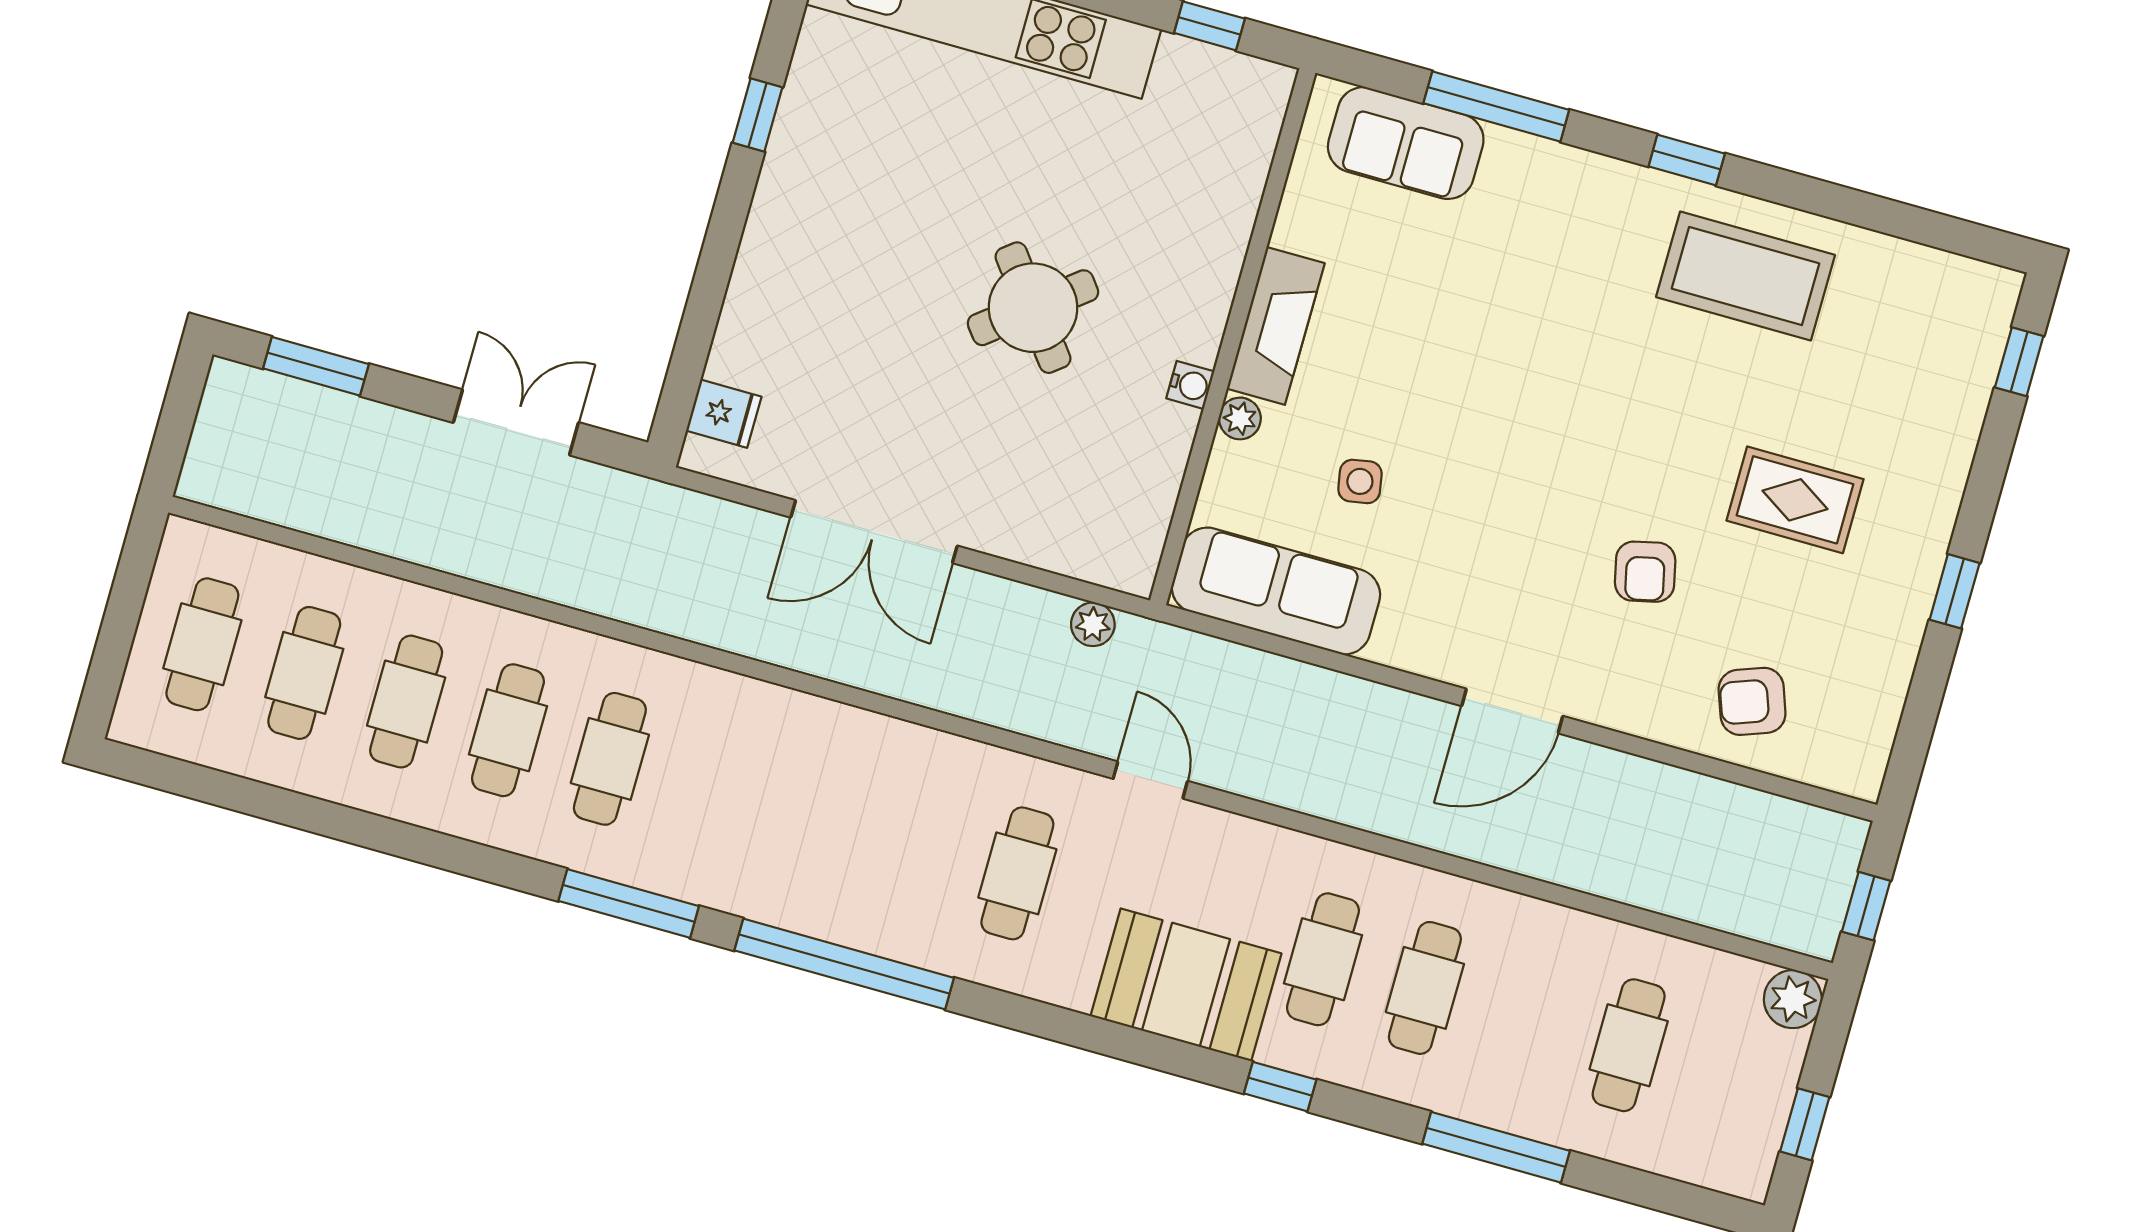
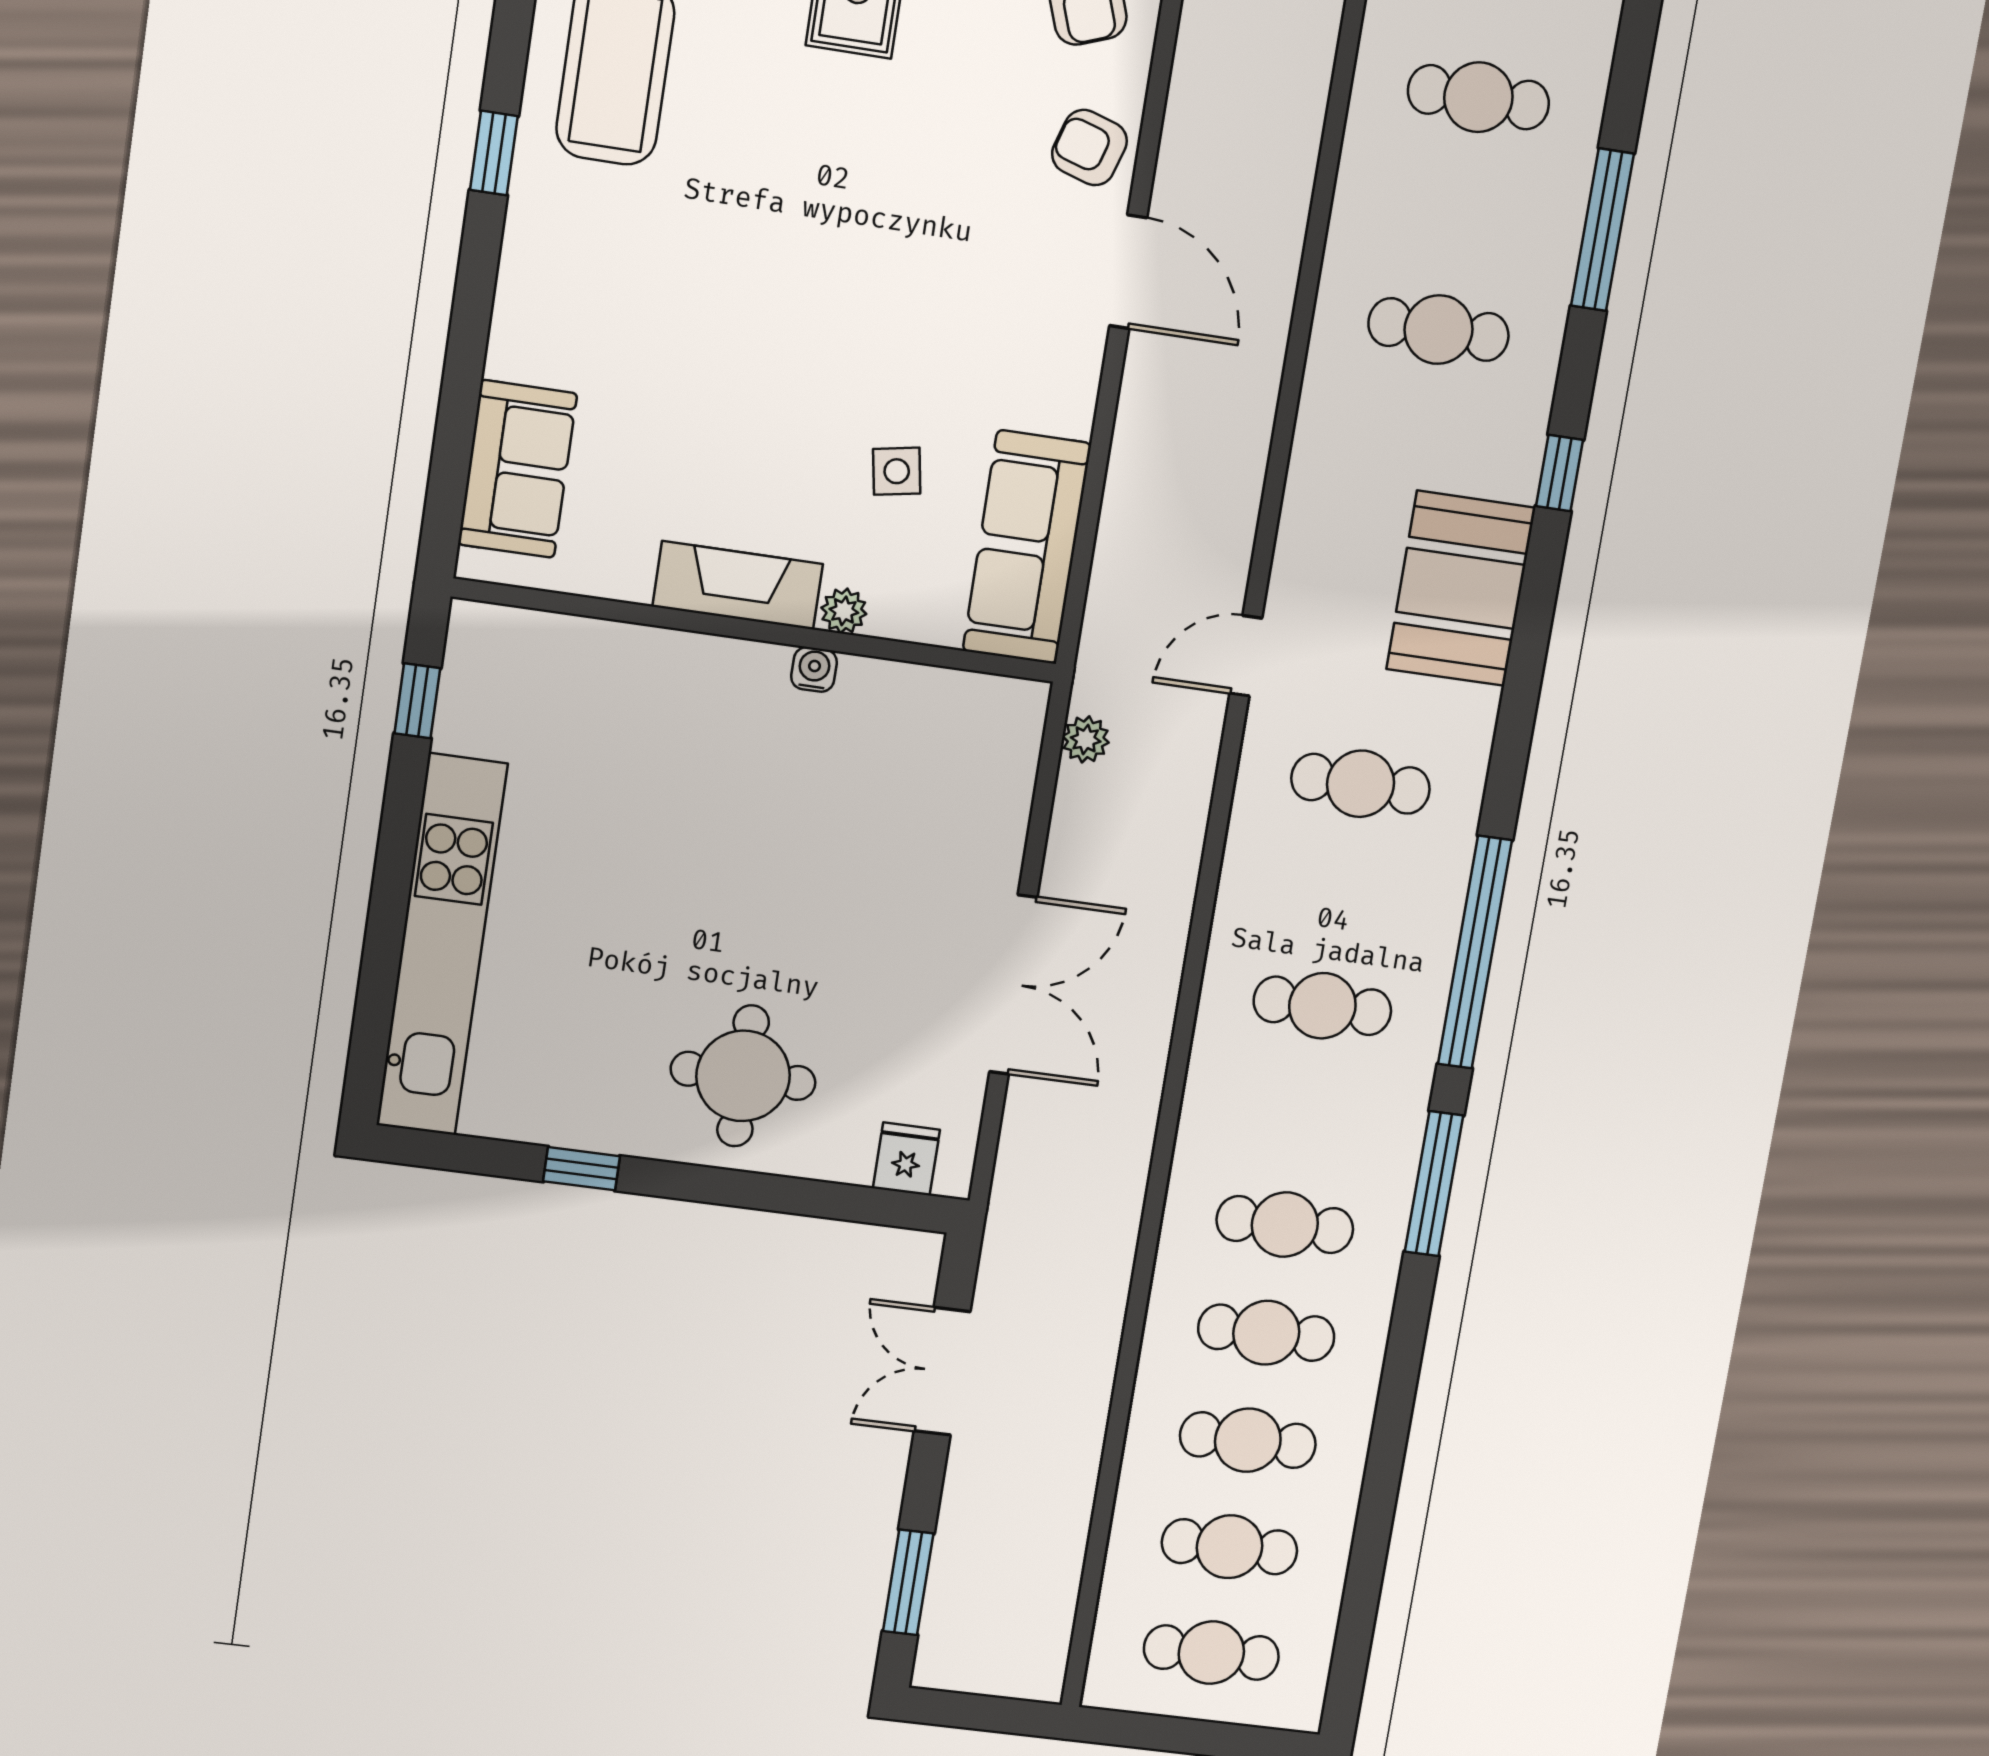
window: (1496, 106) -> (463, 374), removed
round table: (1033, 308) -> (743, 1076), moved, turned 38
armchair: (1645, 572) -> (1089, 148), moved, turned -150
cafe table: (1323, 959) -> (1322, 1006), moved

